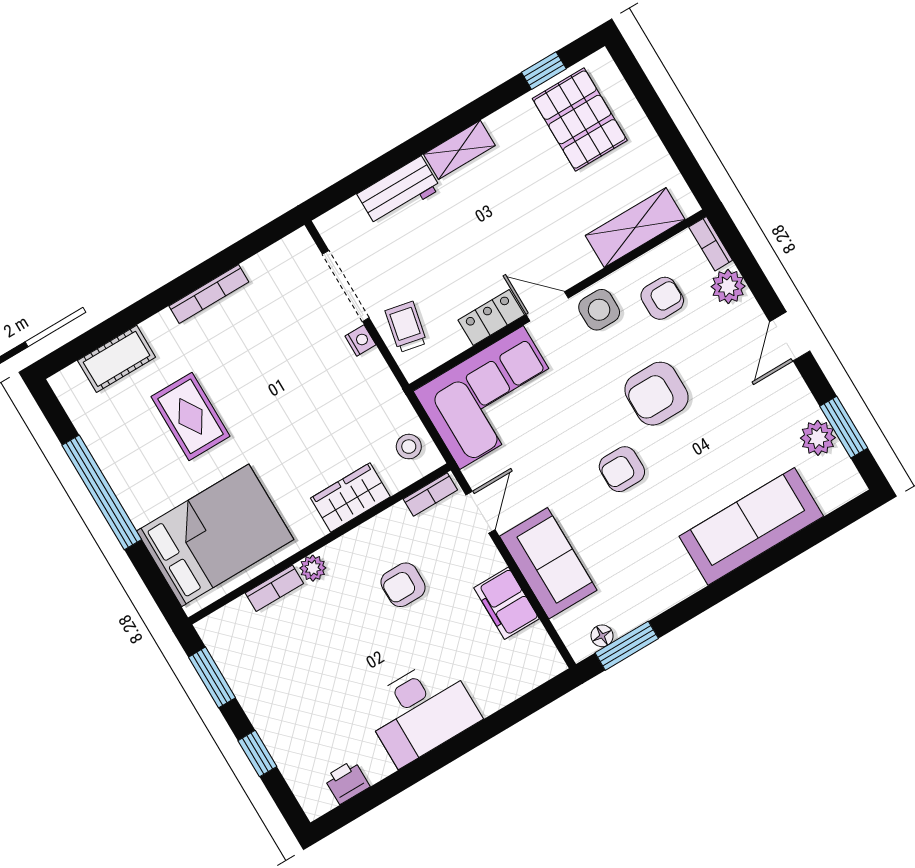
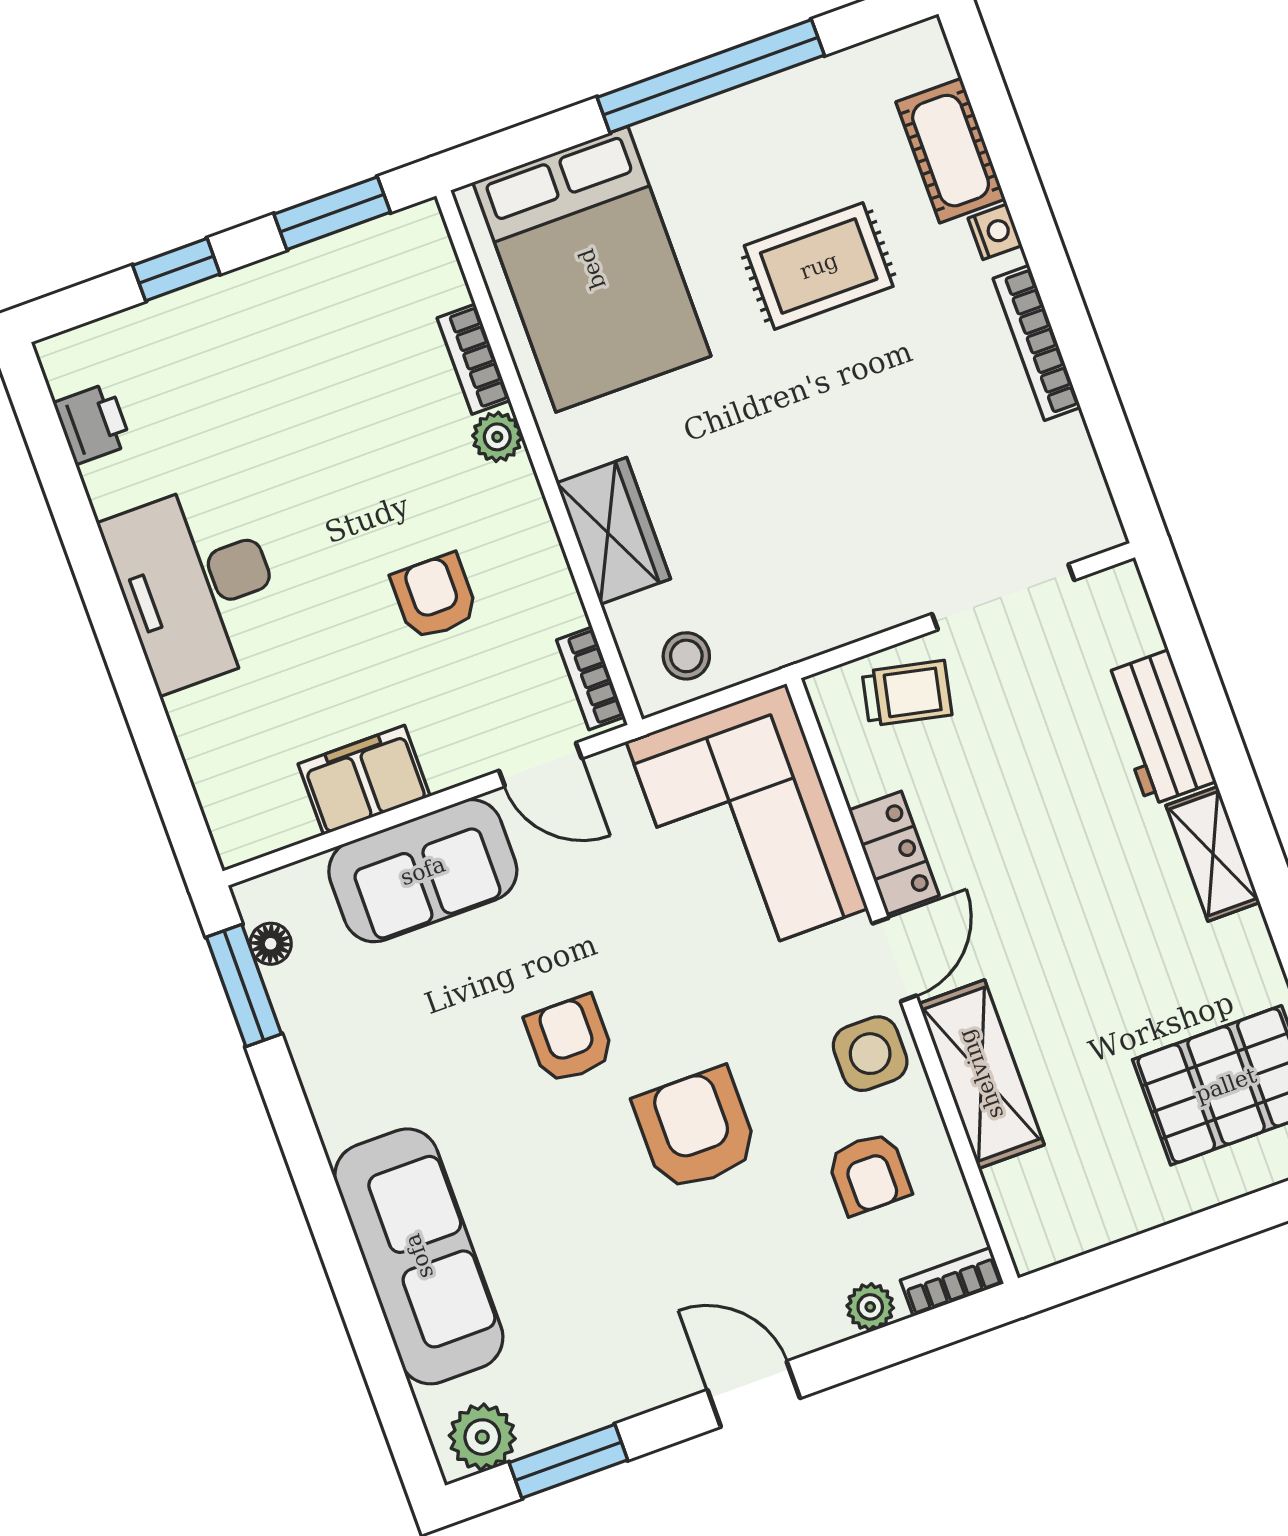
shelving: (635, 227) -> (981, 1074), moved
plant: (728, 286) -> (870, 1307), width x0.73, depth x0.73
nightstand: (360, 340) -> (995, 232), moved, turned -90
plant: (818, 438) -> (482, 1437), moved

